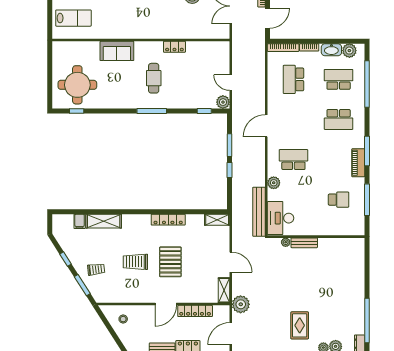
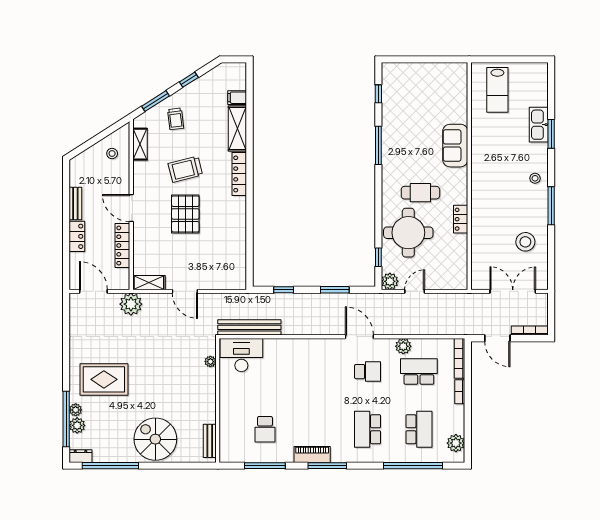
washbasin: (331, 50) -> (457, 420), removed
round table: (77, 85) -> (408, 233), moved
window: (152, 111) -> (378, 145), moved
school desk: (293, 160) -> (368, 372), moved, width x0.54
window: (230, 170) -> (284, 290), moved
plant: (274, 183) -> (403, 346), moved
locker: (168, 220) -> (239, 174), moved
shelving: (217, 220) -> (140, 144), moved
bench: (304, 243) -> (210, 441), moved
trolley: (135, 262) -> (185, 169), turned -104
pallet: (170, 262) -> (185, 214), turned 90
door: (231, 262) -> (185, 291), hinge flipped
spiral stairs: (346, 285) -> (155, 439), added
rug: (300, 325) -> (104, 379), width x1.36, depth x1.43

